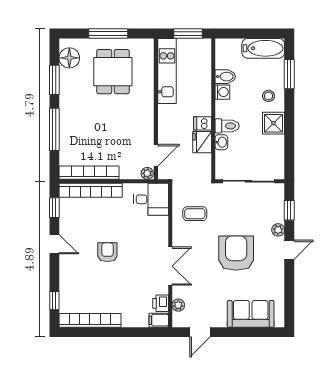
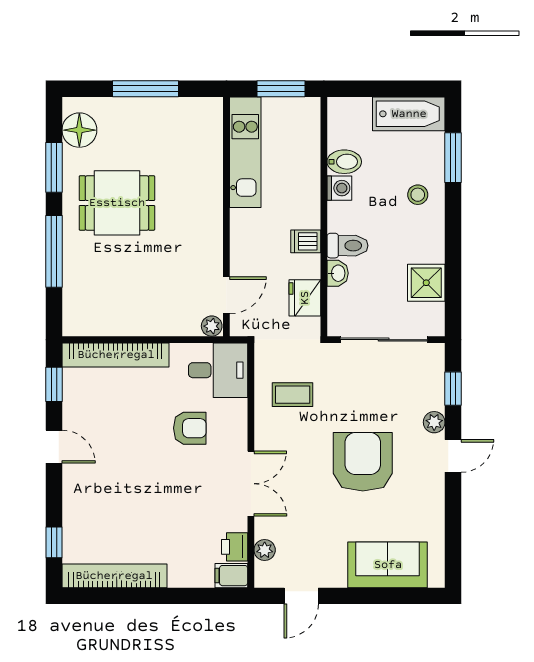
dining table: (113, 72) -> (117, 203), moved, turned 90
shower: (273, 123) -> (426, 283), moved
fridge: (202, 142) -> (305, 298), moved
bookcase: (89, 173) -> (113, 325), removed
armchair: (107, 252) -> (190, 428), moved, turned 90

